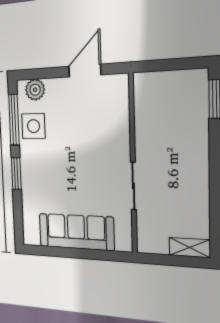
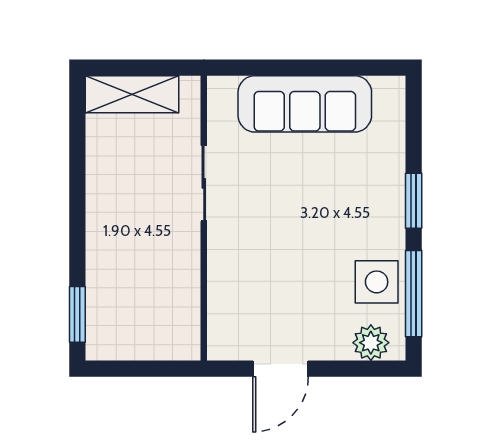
shelving: (190, 247) -> (132, 94), width x1.50, depth x1.33

